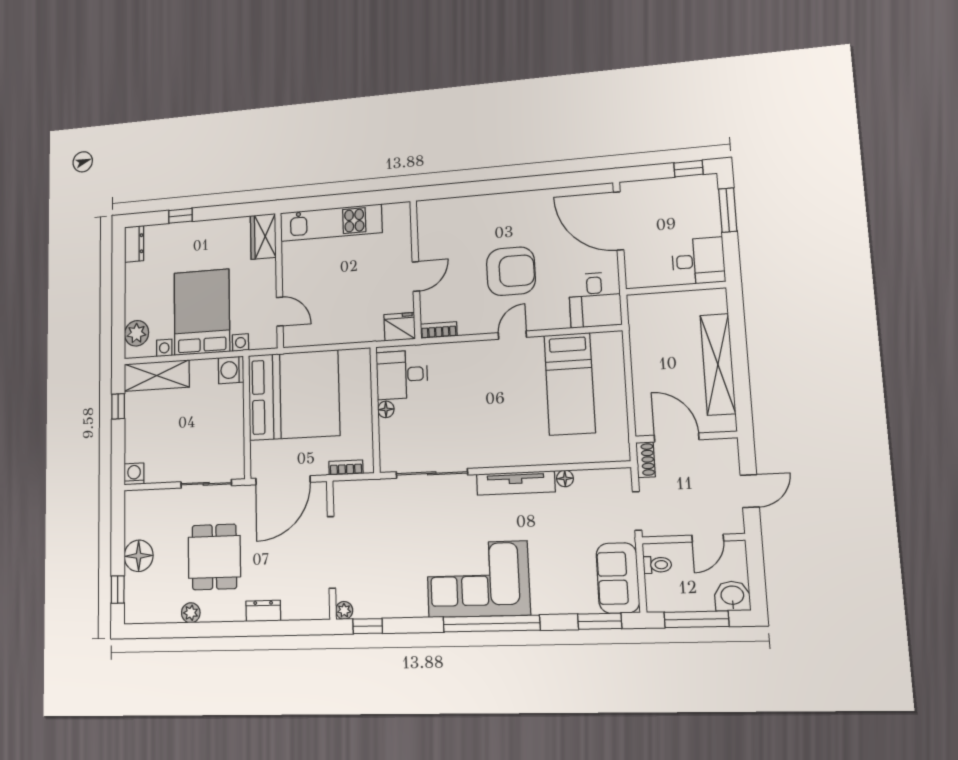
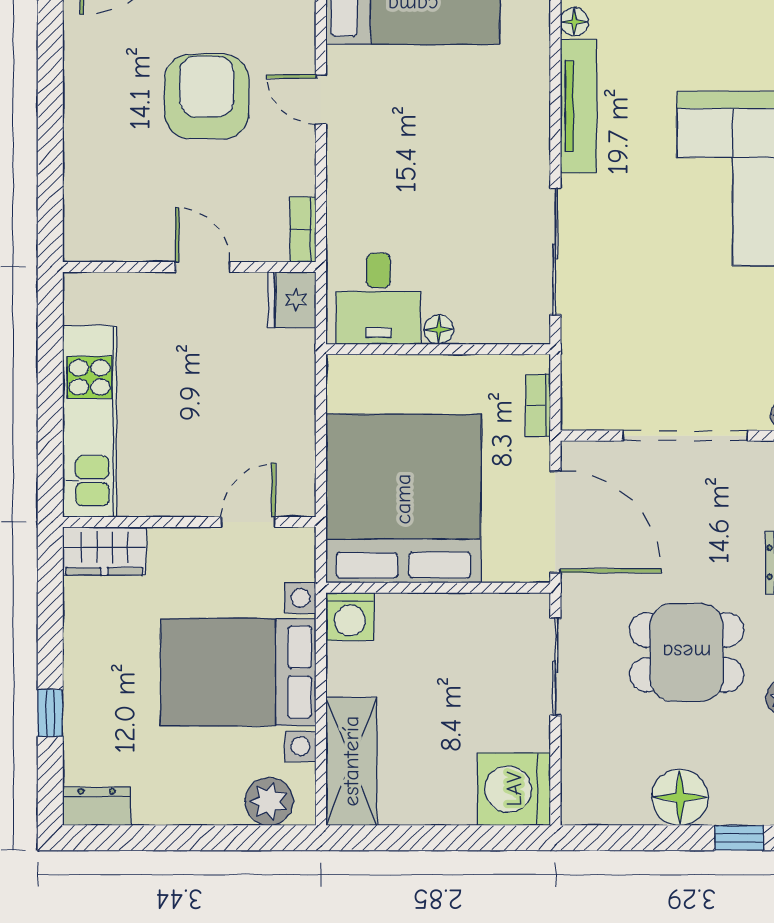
window: (118, 406) -> (404, 838), removed
washing machine: (134, 474) -> (514, 789), width x1.89, depth x1.89

